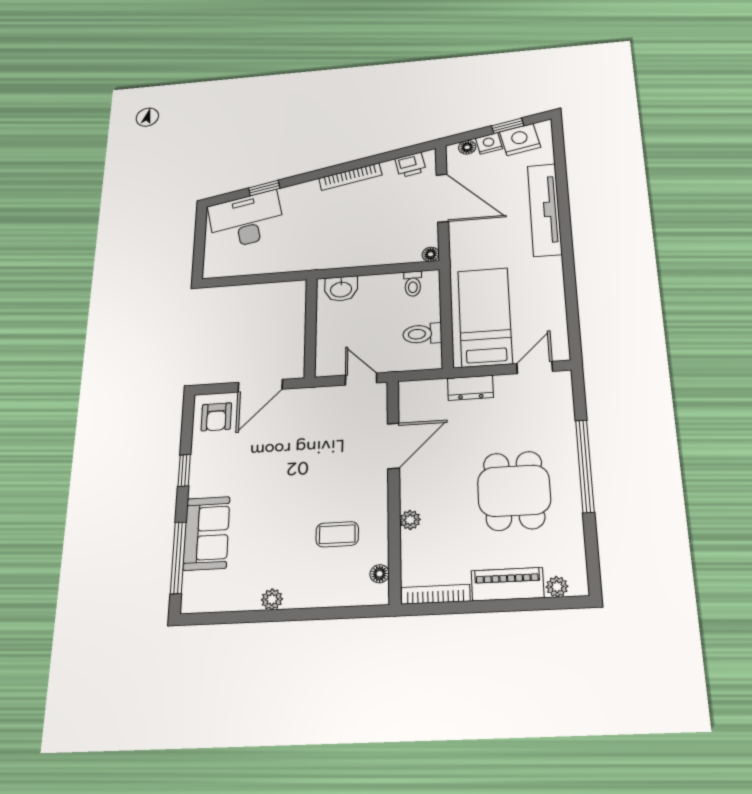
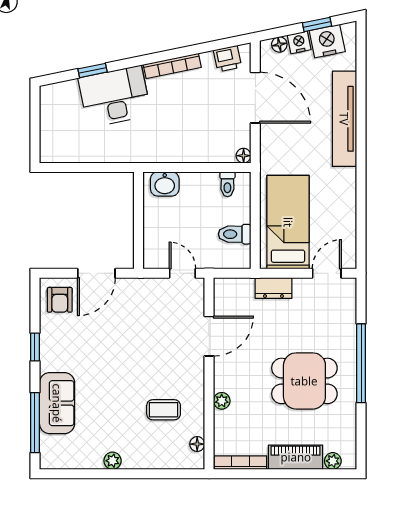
desk: (246, 220) -> (115, 97), moved
dining table: (514, 491) -> (304, 381), turned 90

